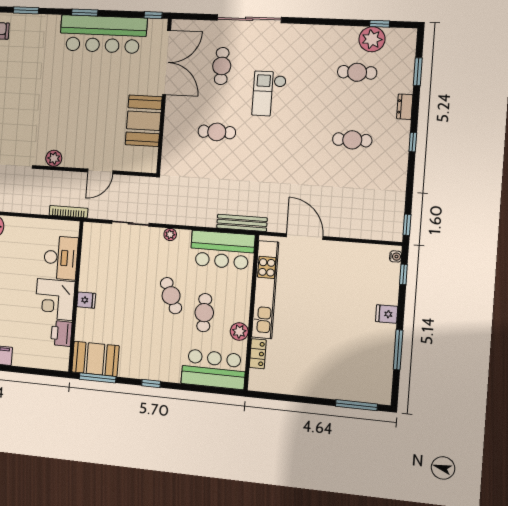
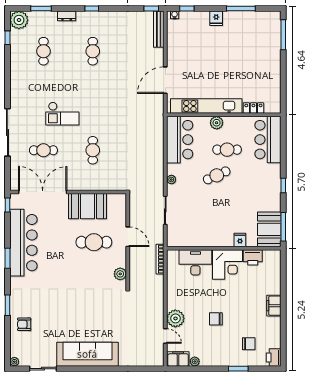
plant: (372, 39) -> (19, 20), moved
cafe table: (97, 126) -> (94, 242), added
bench: (242, 223) -> (159, 29), moved
fridge: (86, 300) -> (240, 240), moved
plant: (239, 332) -> (217, 123), moved

